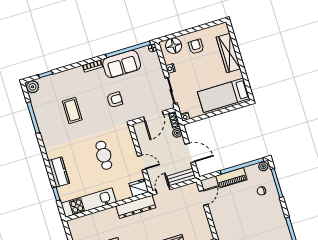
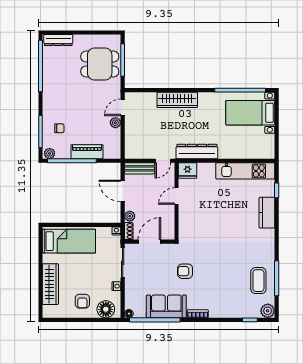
coffee table: (72, 110) -> (258, 281), moved
cafe table: (104, 155) -> (214, 216), removed
door: (142, 163) -> (177, 196), hinge flipped
door: (204, 198) -> (123, 107), moved
plant: (214, 210) -> (115, 123), added

